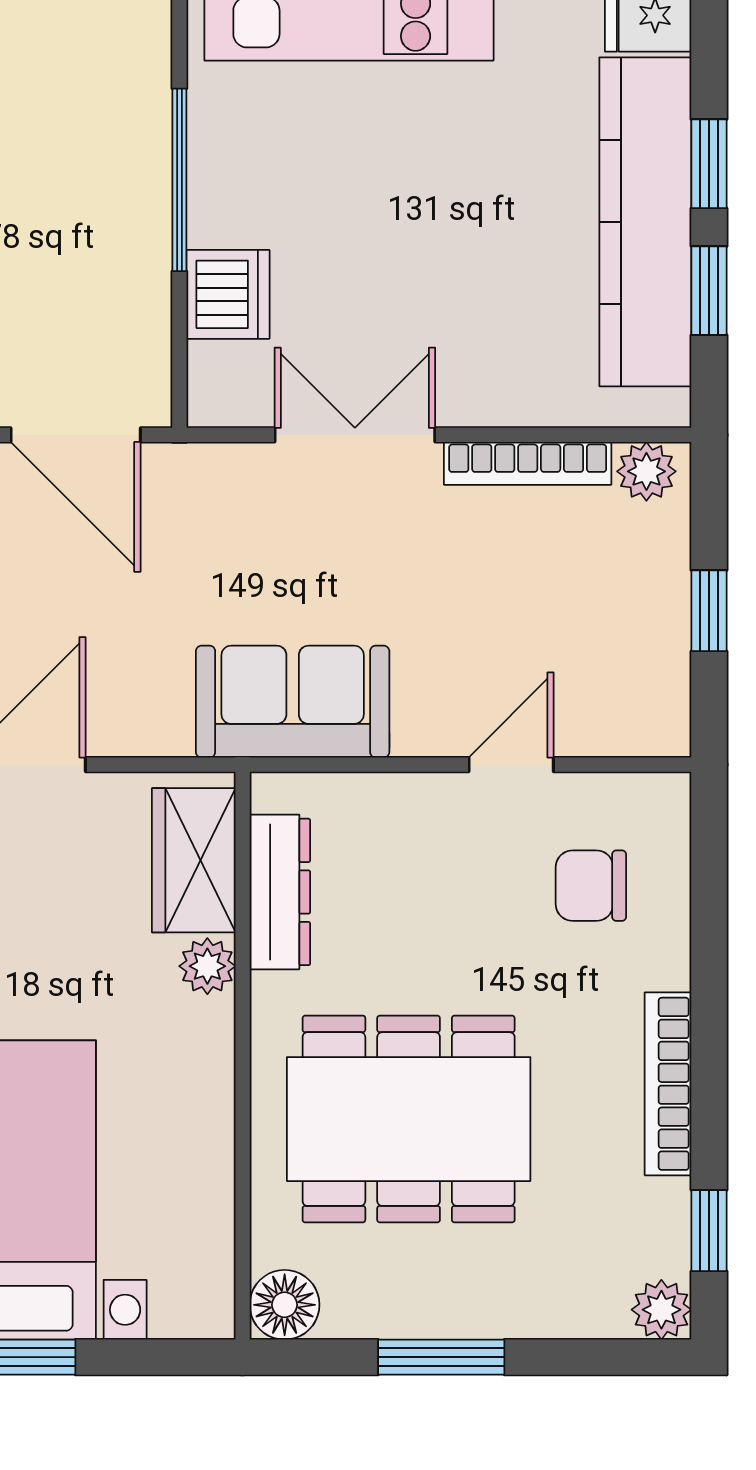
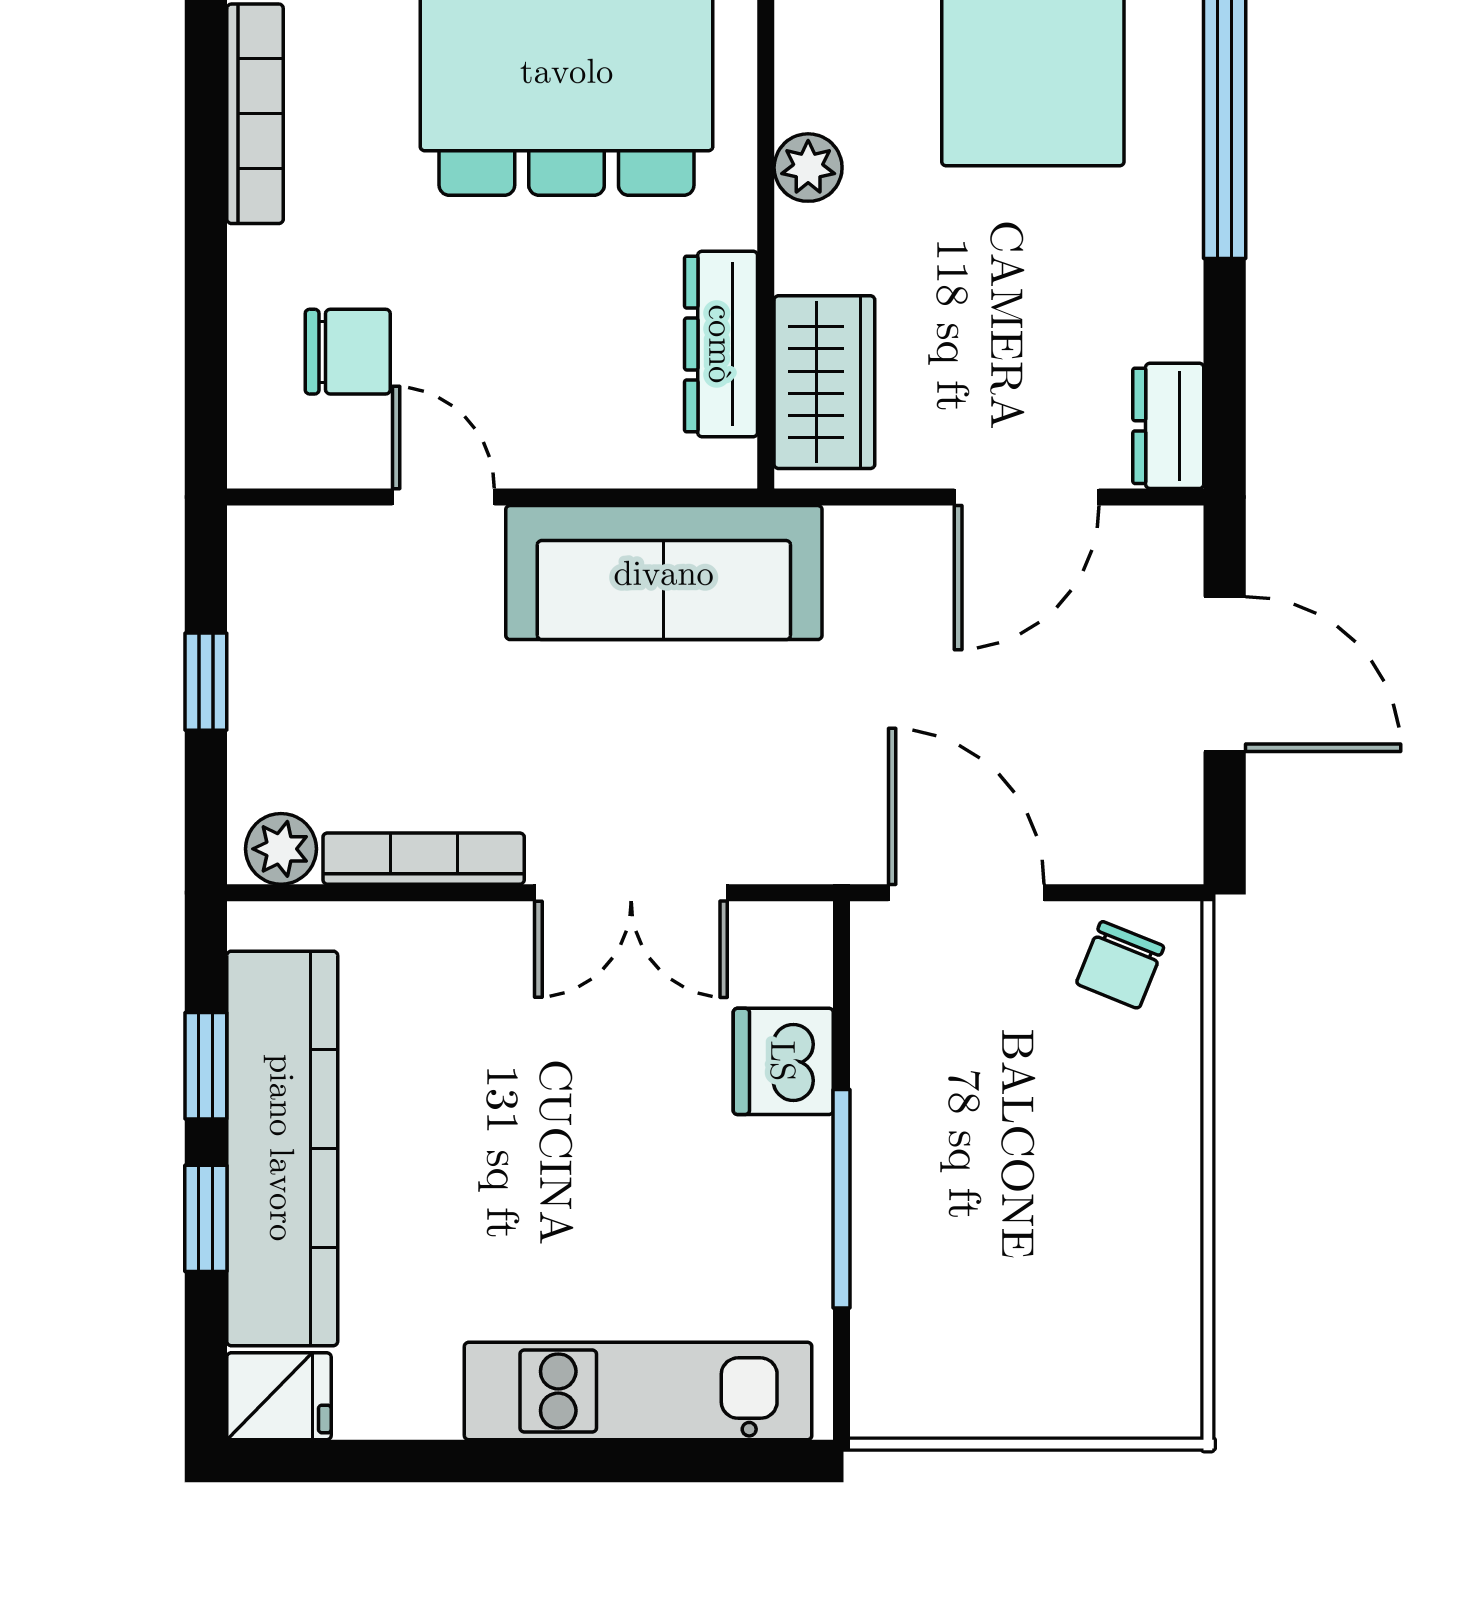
sofa: (293, 702) -> (664, 573), width x1.36
door: (511, 765) -> (443, 497), swing flipped
plant: (207, 966) -> (808, 168), moved

